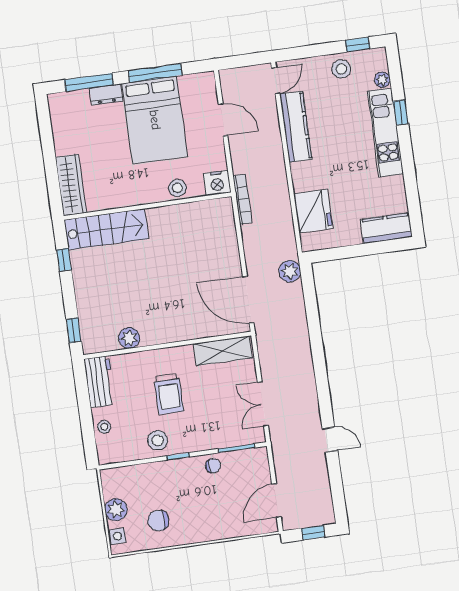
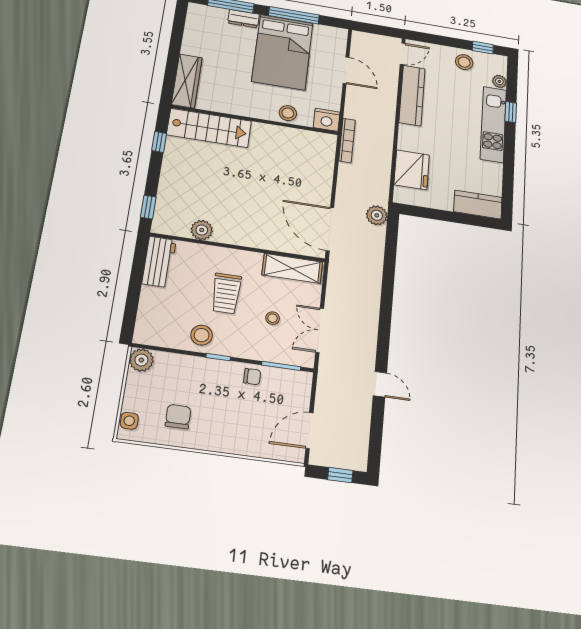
stool: (104, 427) -> (273, 318), moved
plant: (116, 510) -> (141, 360), moved
chair: (158, 521) -> (178, 417), turned 90

